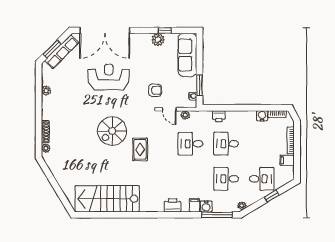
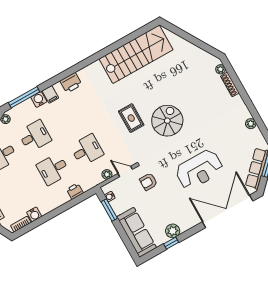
desk: (226, 144) -> (53, 169), turned 180

